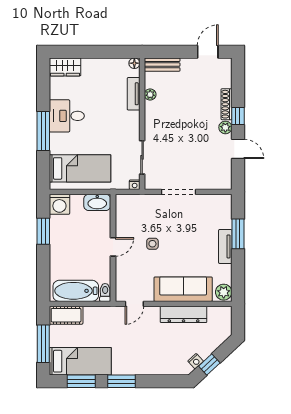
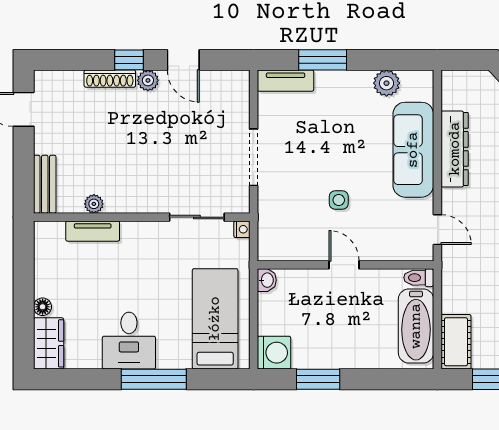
floor lamp: (134, 63) -> (43, 307), moved
door: (238, 149) -> (183, 60), swing flipped
washbasin: (97, 202) -> (267, 280), width x0.52, depth x0.69
tv unit: (225, 246) -> (286, 81), moved
plant: (224, 292) -> (387, 83), moved

